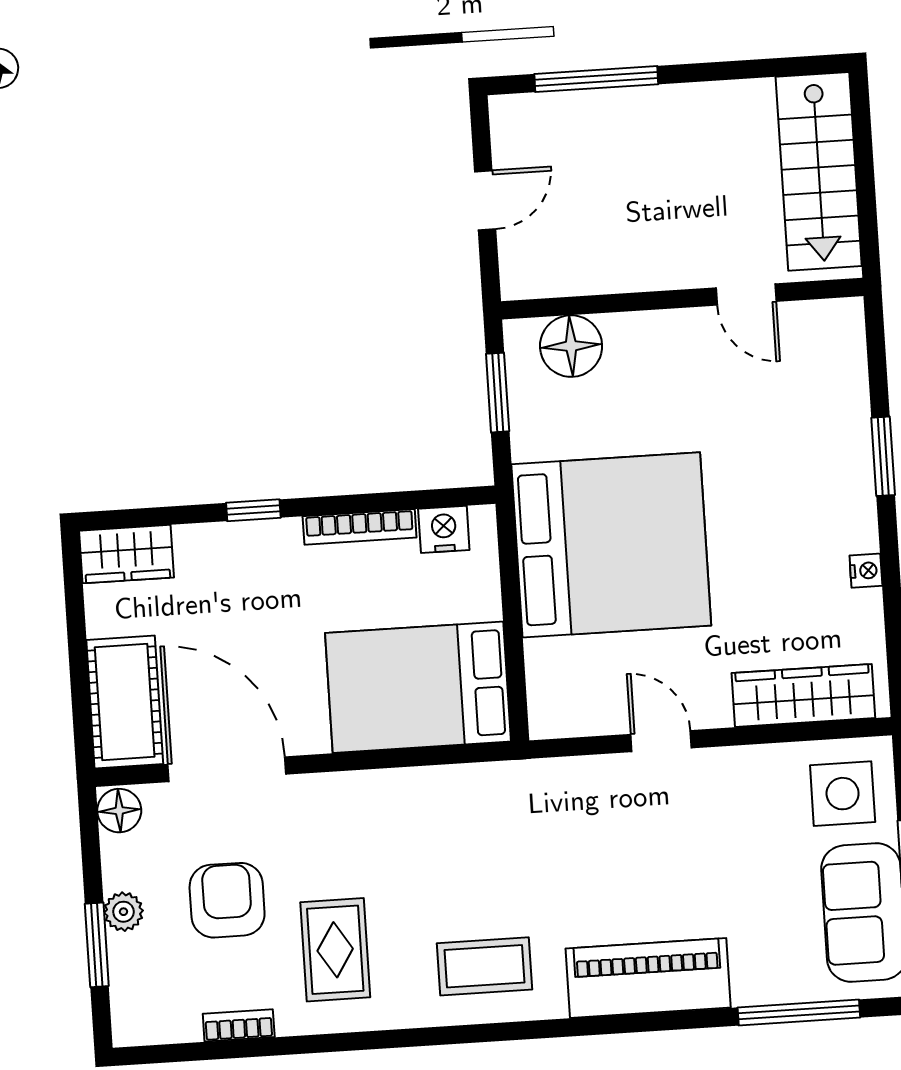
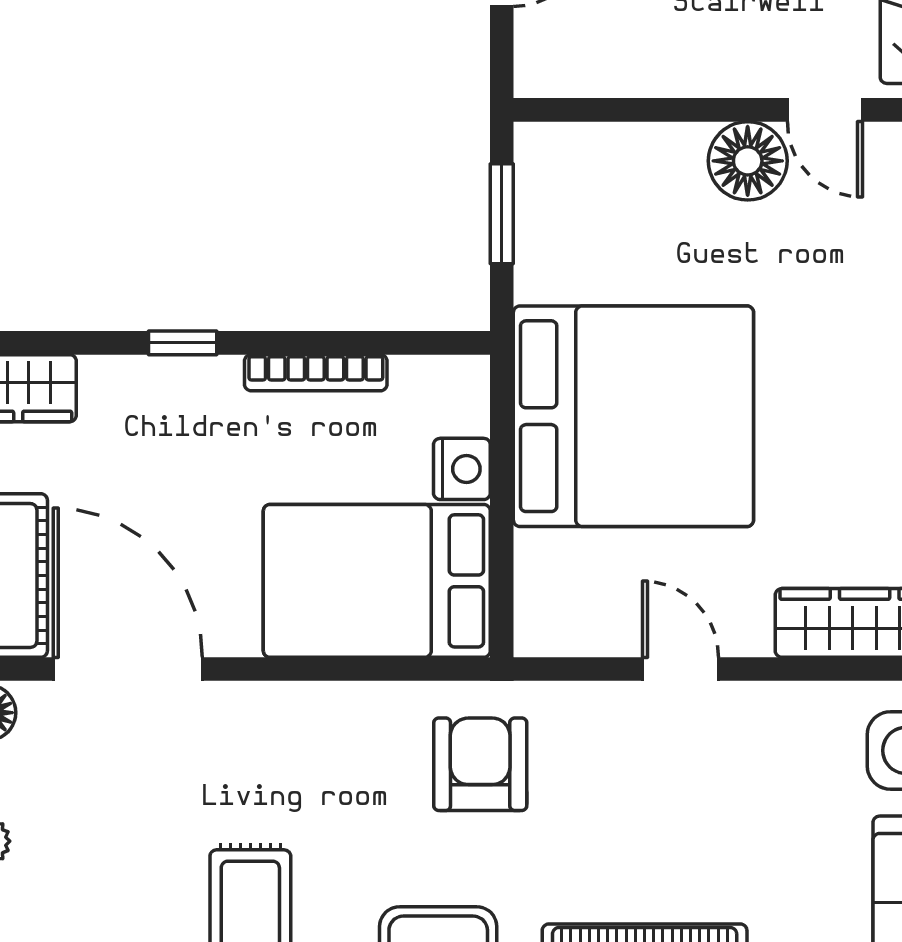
floor lamp: (571, 346) -> (748, 161), moved
nightstand: (444, 529) -> (462, 469), moved, turned 90
armchair: (227, 900) -> (480, 764), moved

